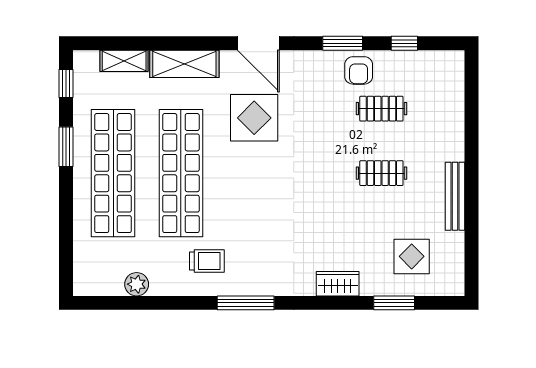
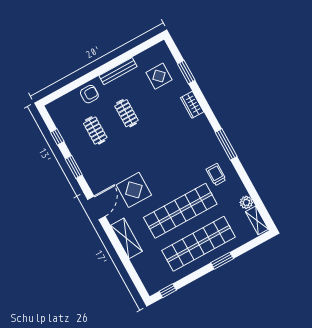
shelving: (124, 61) -> (257, 220), moved
armchair: (359, 70) -> (89, 94), moved
window: (66, 147) -> (222, 261), moved

